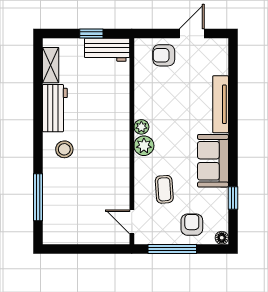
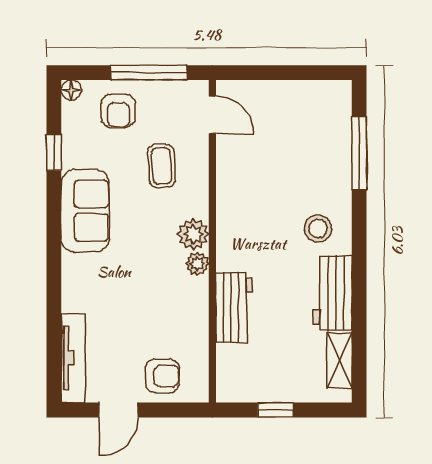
workbench: (107, 50) -> (234, 308), moved, turned 90
tv unit: (221, 104) -> (73, 358), moved

